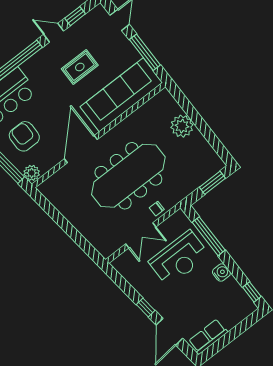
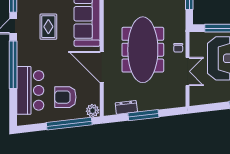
dresser: (60, 203) -> (126, 107), added
window: (65, 226) -> (143, 115), added

